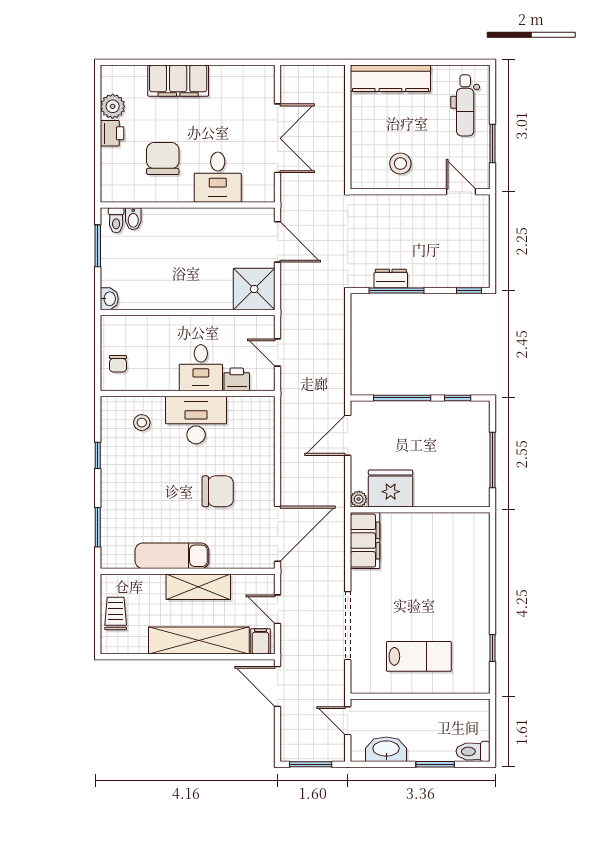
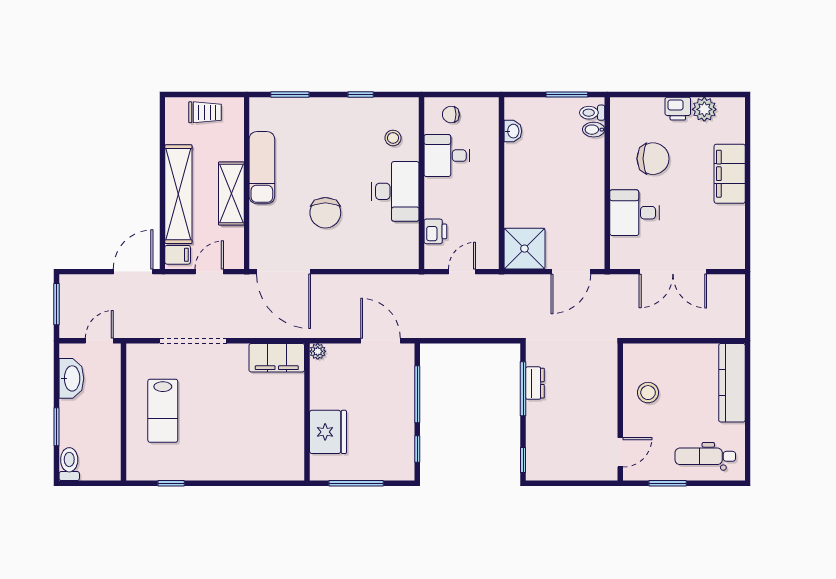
washbasin: (109, 299) -> (513, 131), moved, turned -90
desk: (201, 368) -> (447, 156), moved
fridge: (391, 489) -> (328, 432), moved

